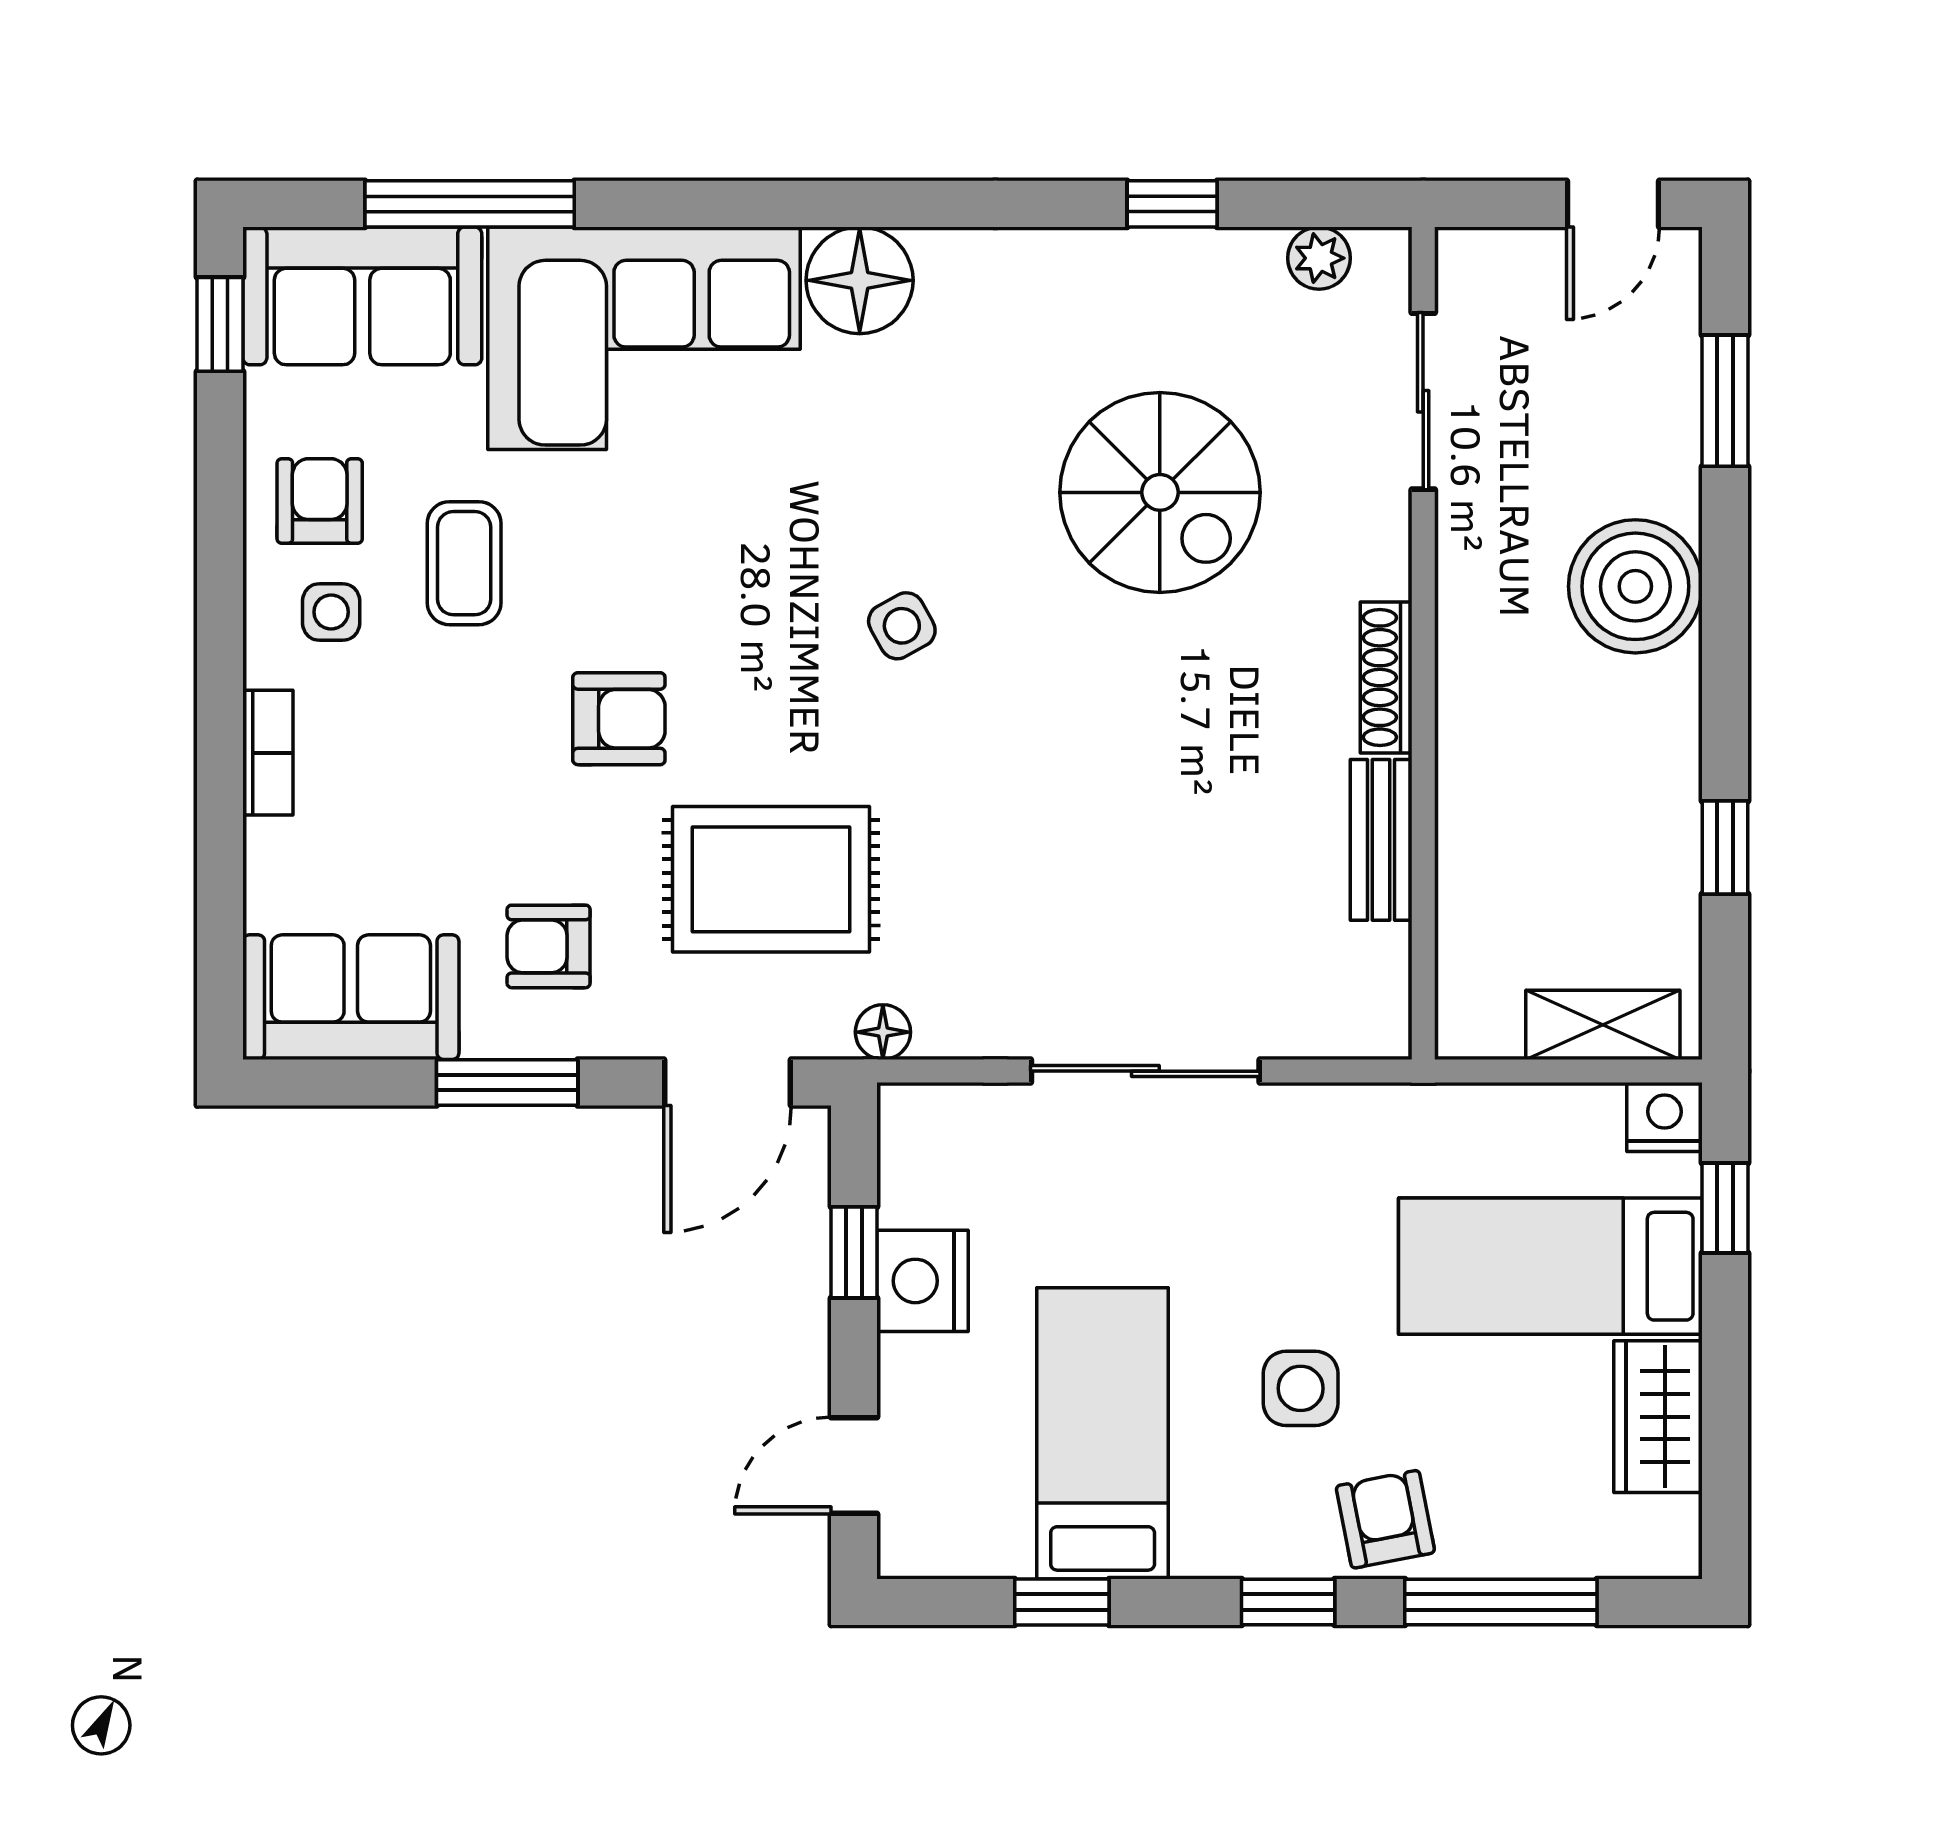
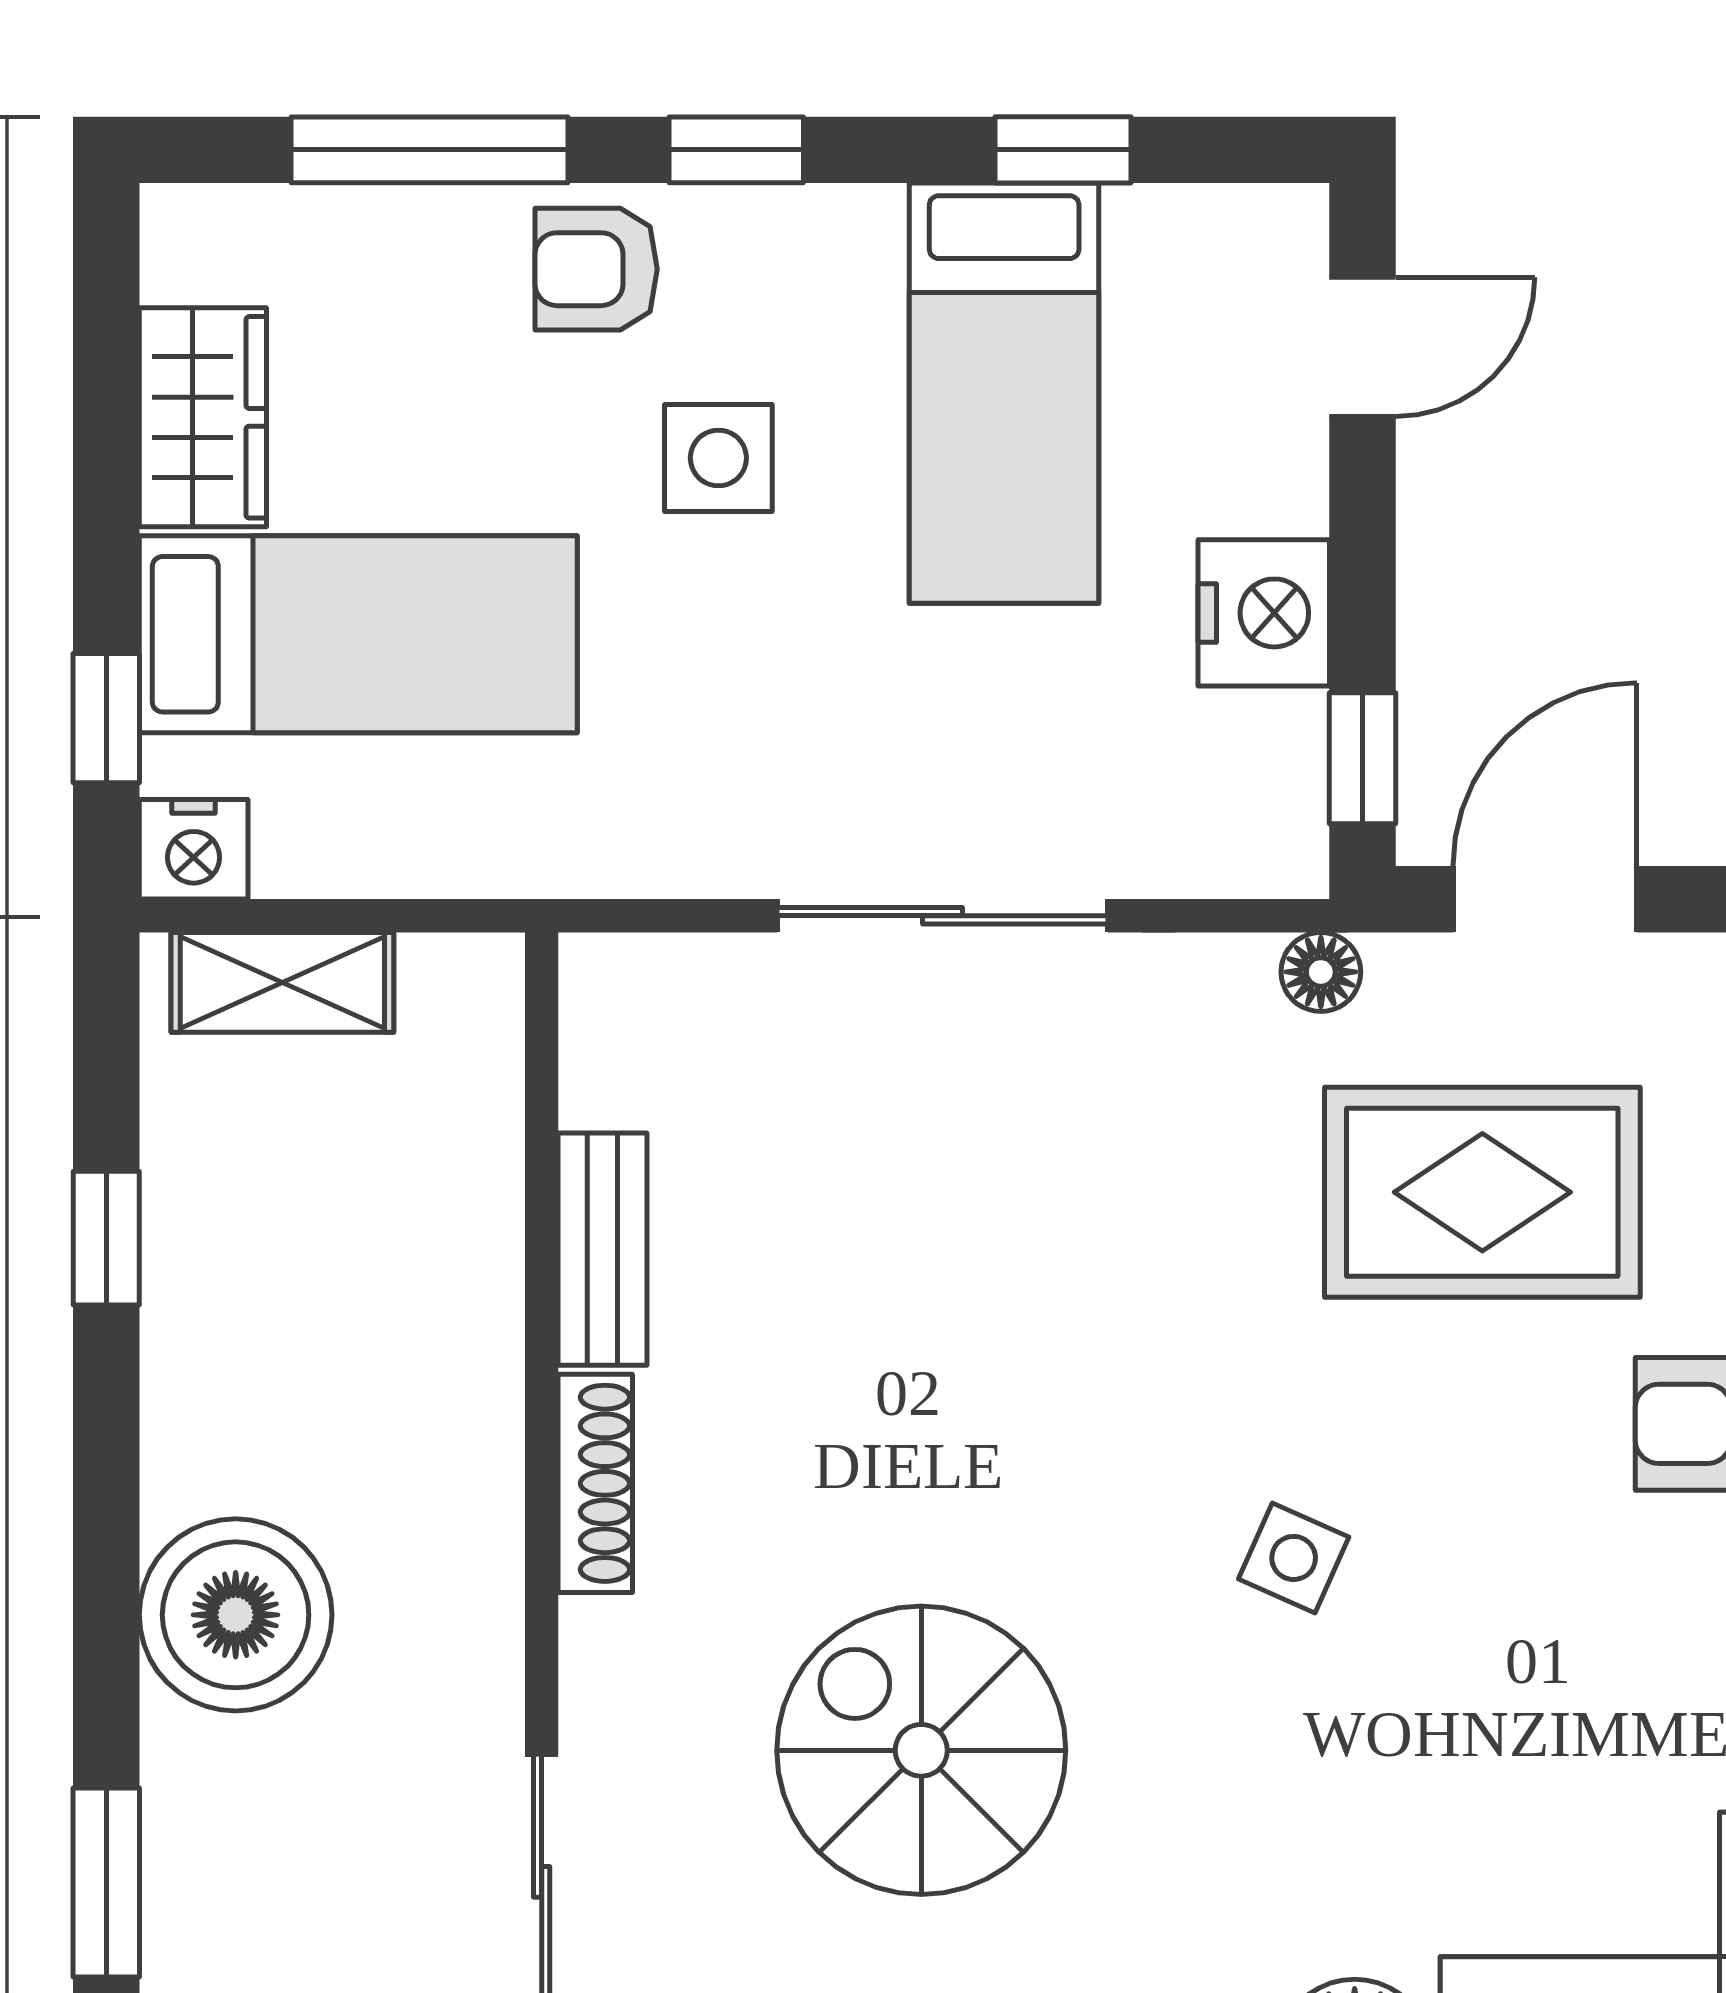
side table: (902, 626) -> (1294, 1558), turned -37
window: (854, 1252) -> (1363, 758), moved
armchair: (1385, 1519) -> (596, 269), turned 101

